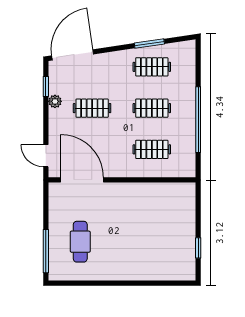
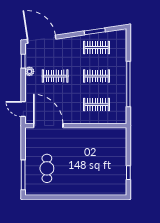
door: (73, 55) -> (42, 39), hinge flipped

